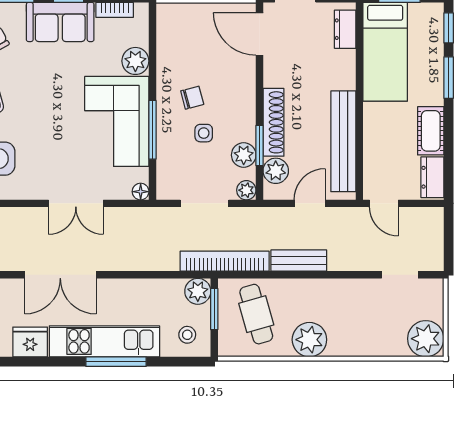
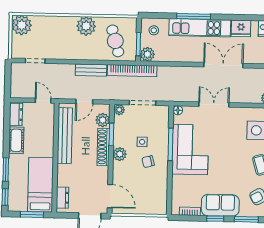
plant: (135, 61) -> (179, 183), removed
plant: (244, 155) -> (120, 154), moved

